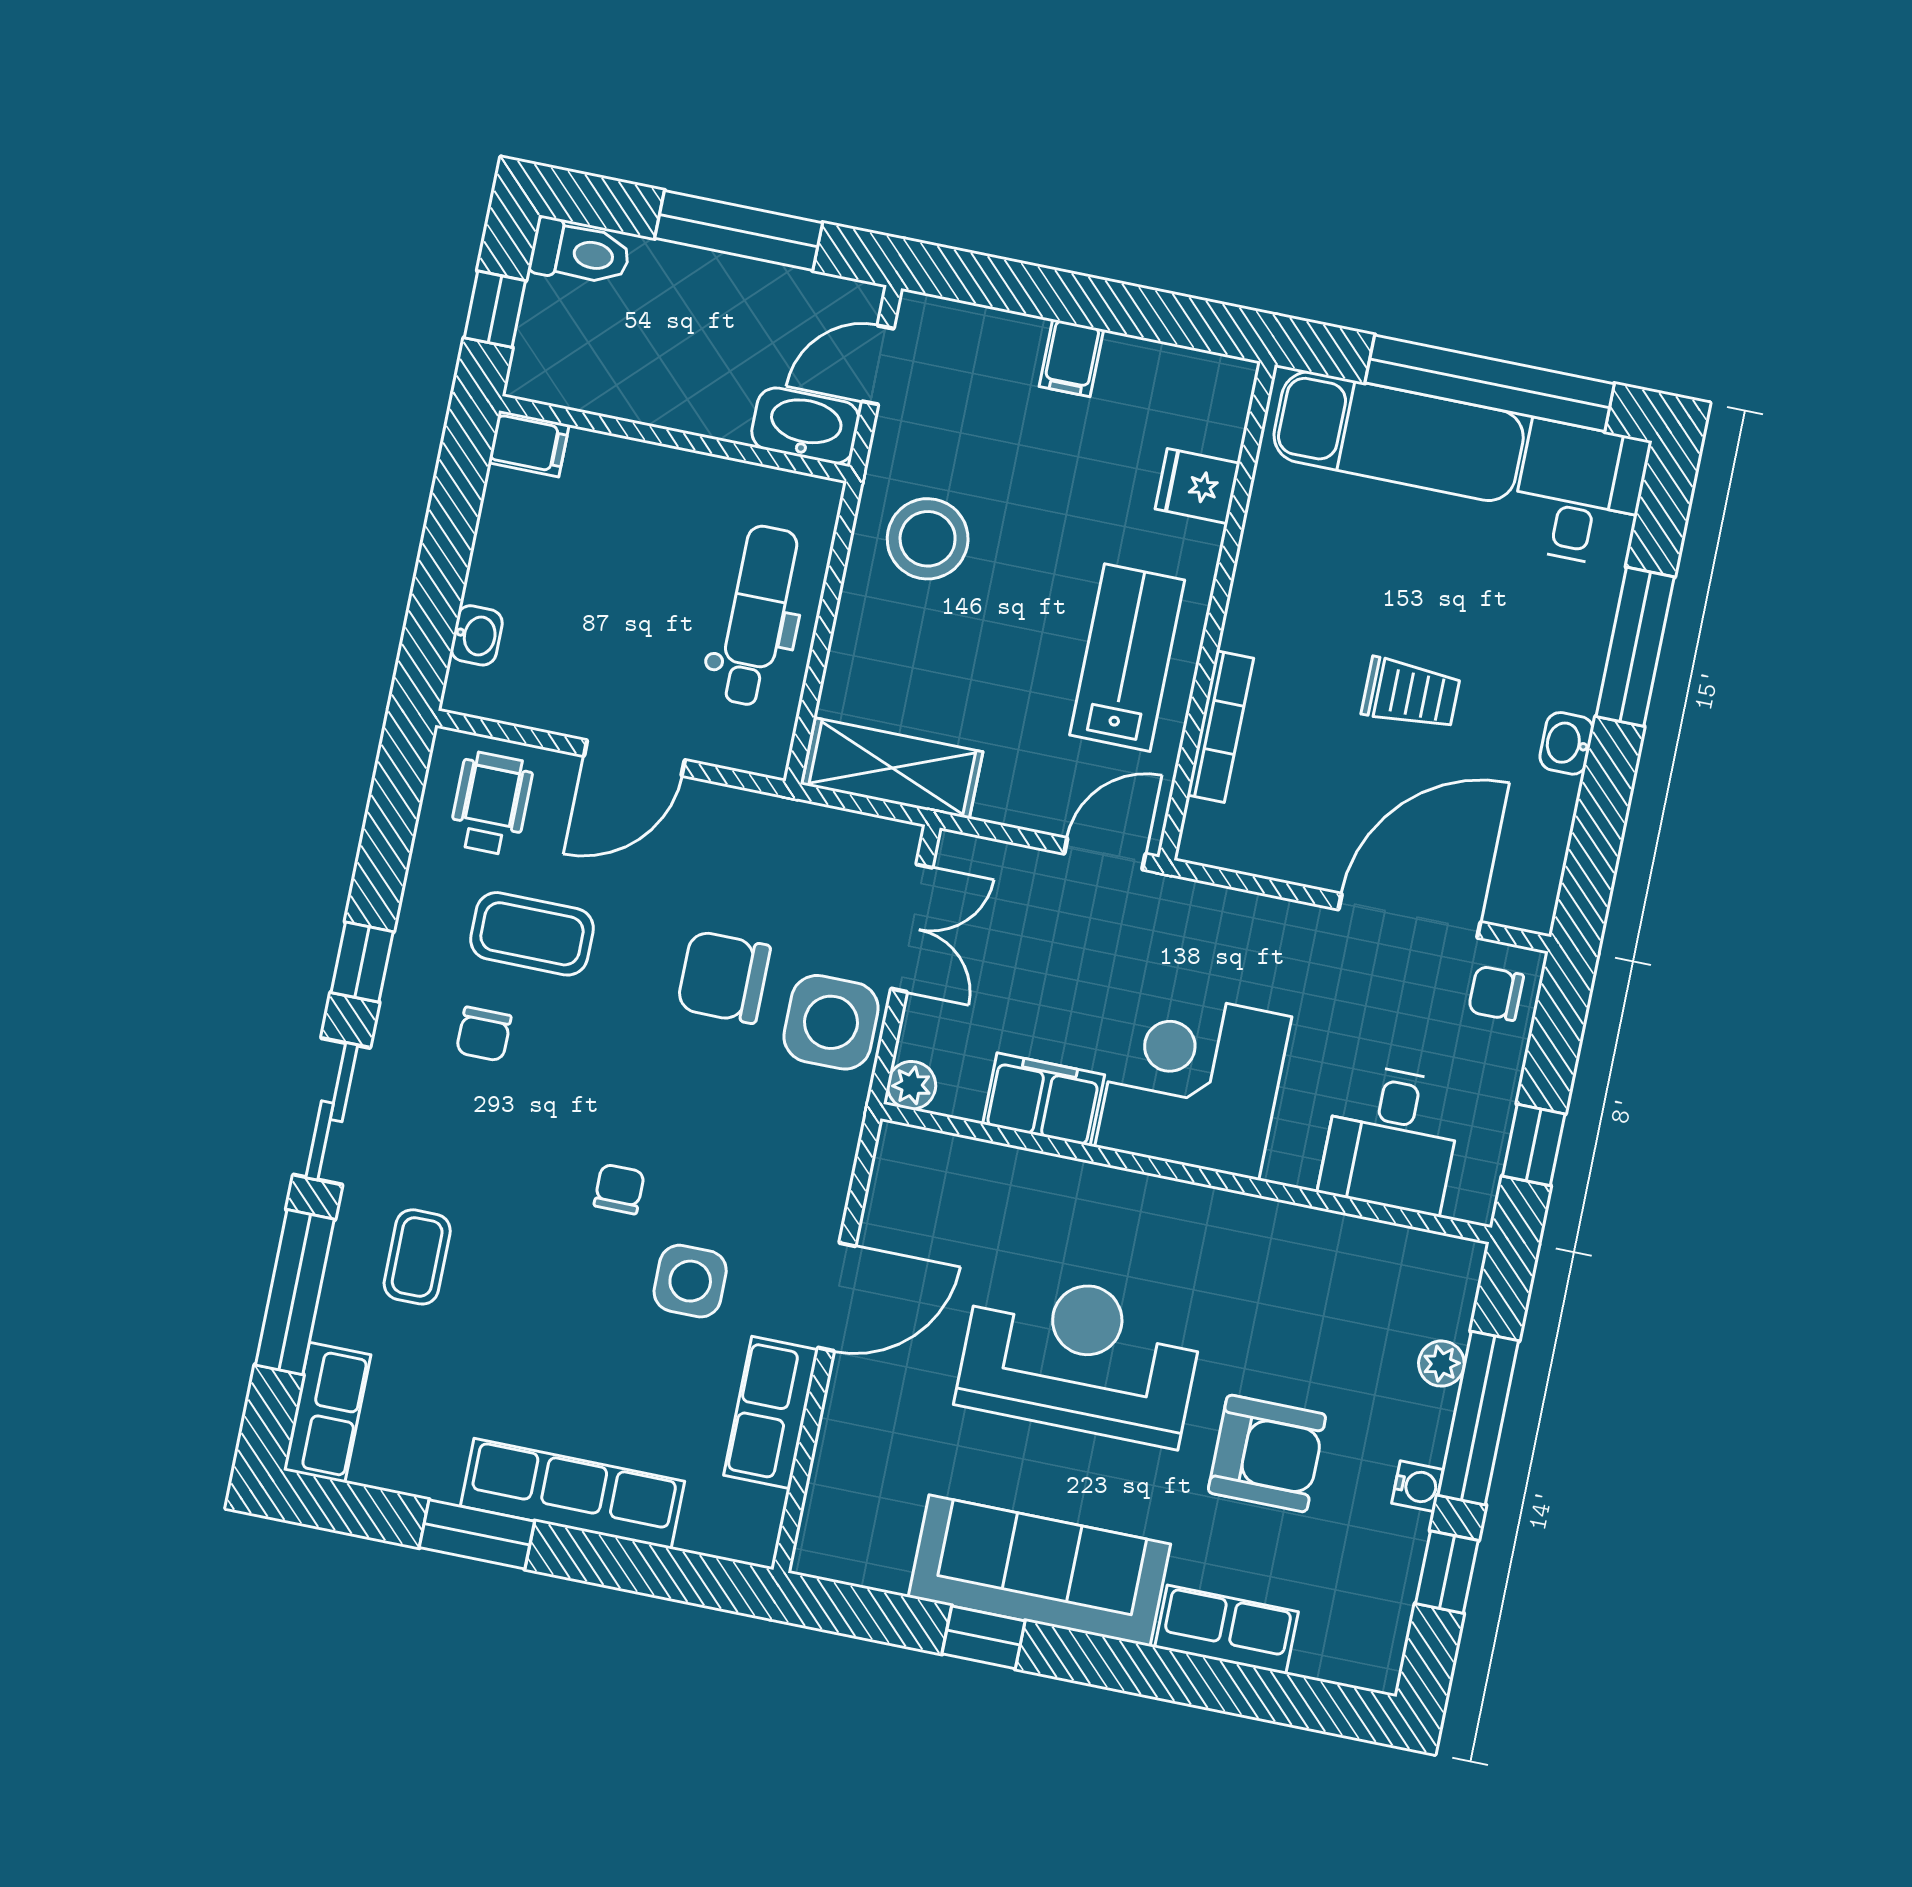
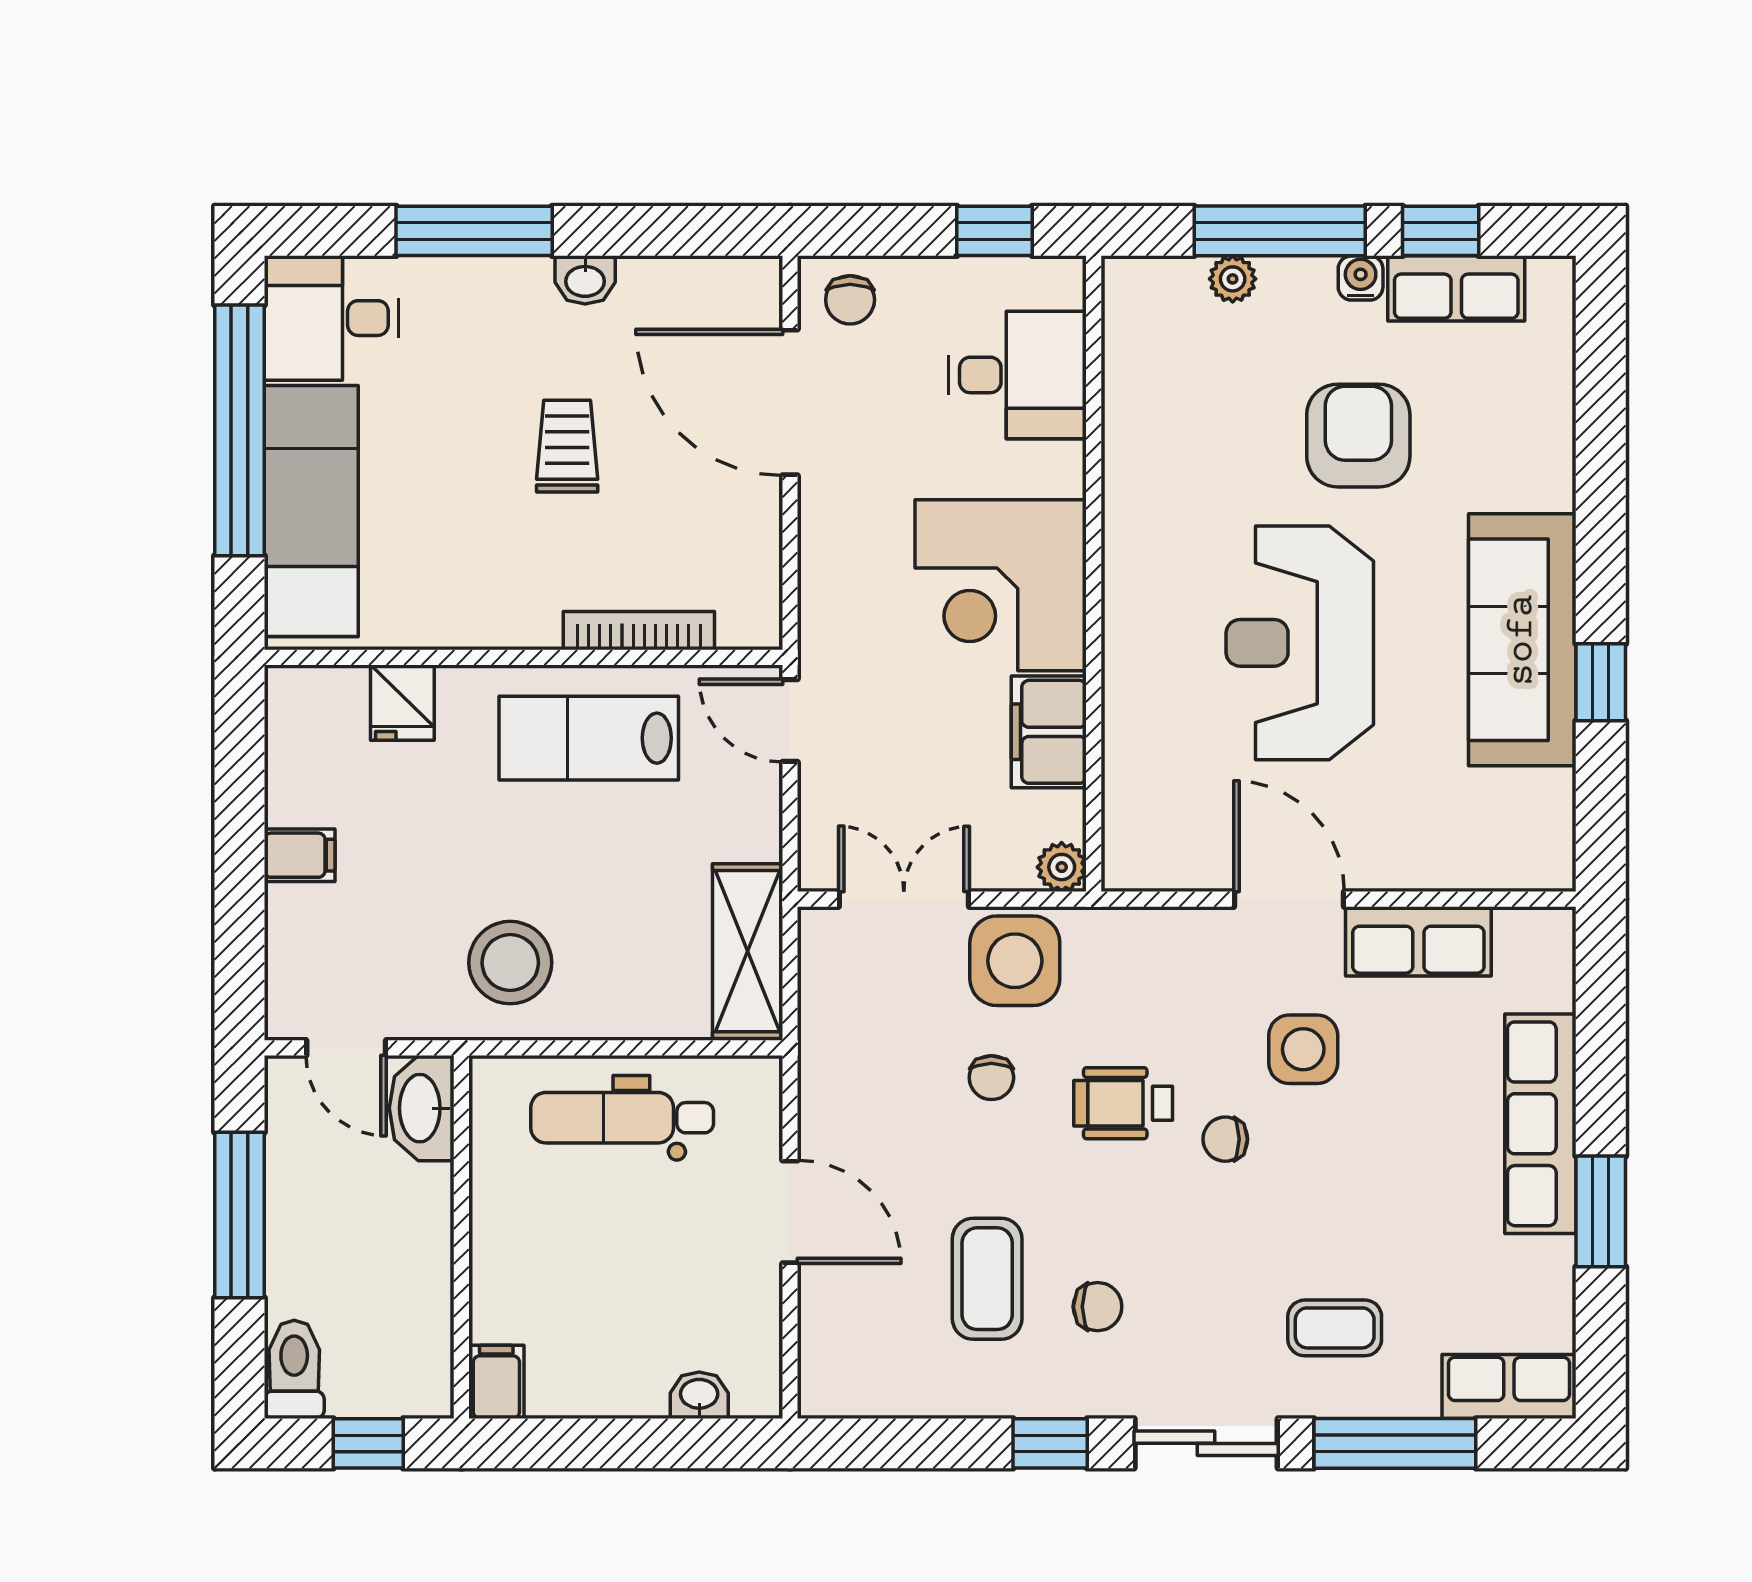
wheelchair: (491, 803) -> (1123, 1103), moved
chair: (724, 977) -> (991, 1078), width x0.54, depth x0.54
row of seats: (1226, 1630) -> (1456, 288), moved, turned -90

